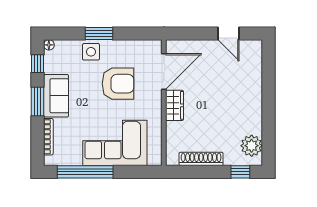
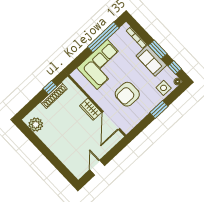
door: (229, 33) -> (97, 168), hinge flipped
side table: (91, 52) -> (164, 88), moved
window: (240, 172) -> (50, 87), moved

